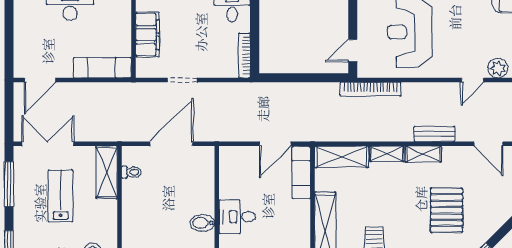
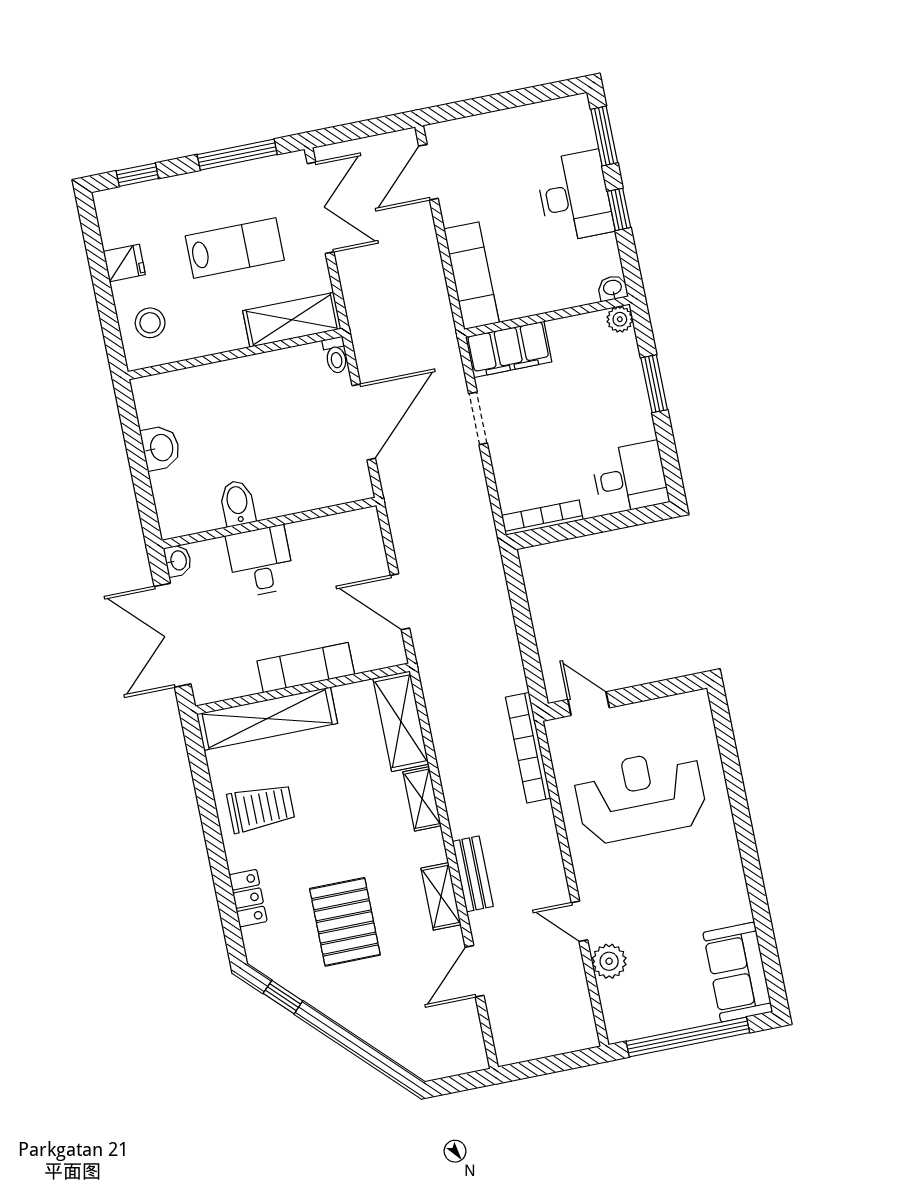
filing cabinet: (147, 35) -> (509, 349), moved
door: (40, 80) -> (428, 172), hinge flipped
door: (171, 144) -> (364, 422), hinge flipped
shelving: (423, 154) -> (441, 896), moved
toilet: (131, 172) -> (336, 355), moved
exam couch: (301, 173) -> (306, 668), moved
pallet: (447, 210) -> (345, 922), turned 90

